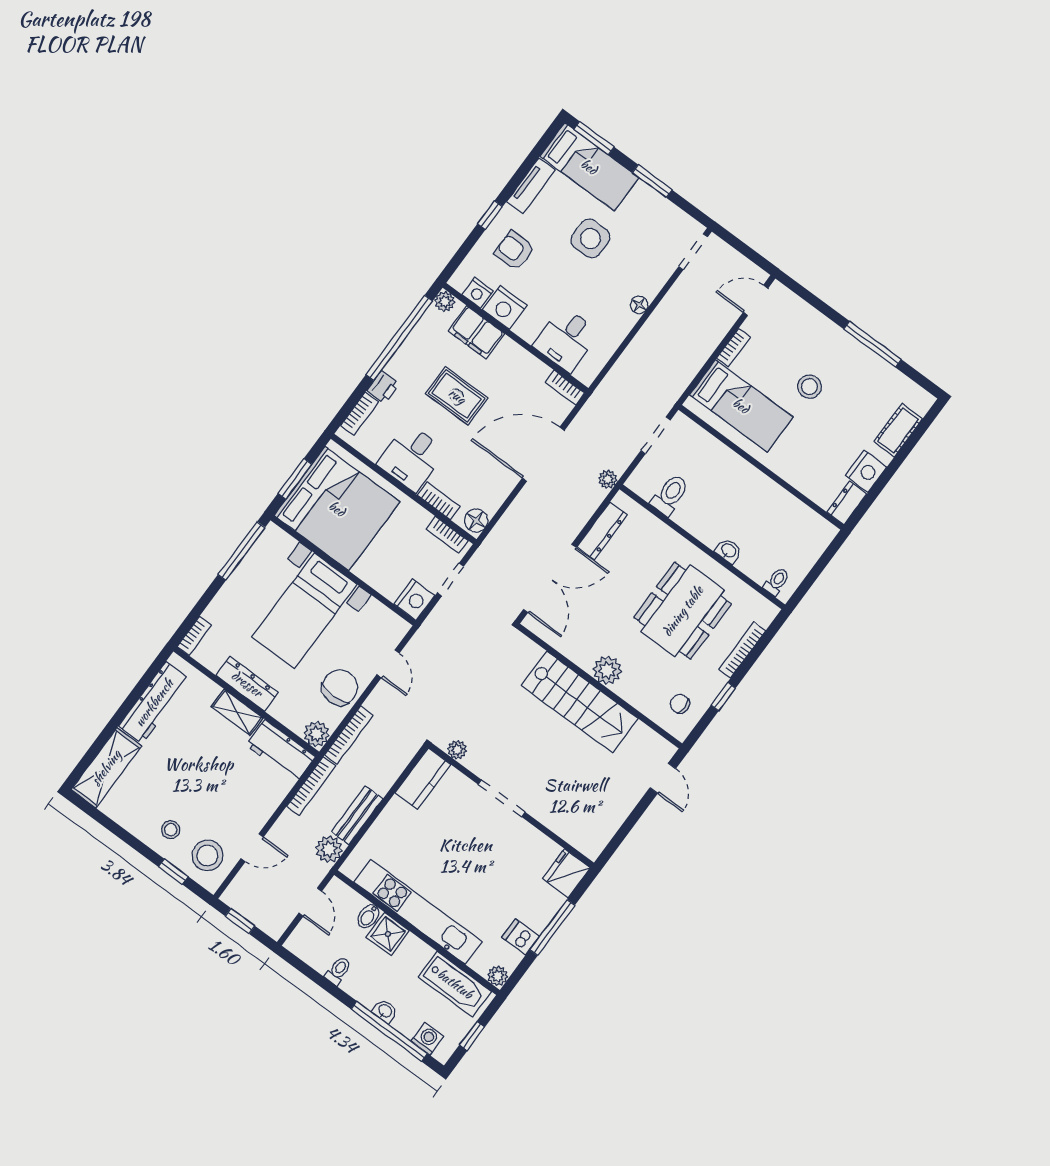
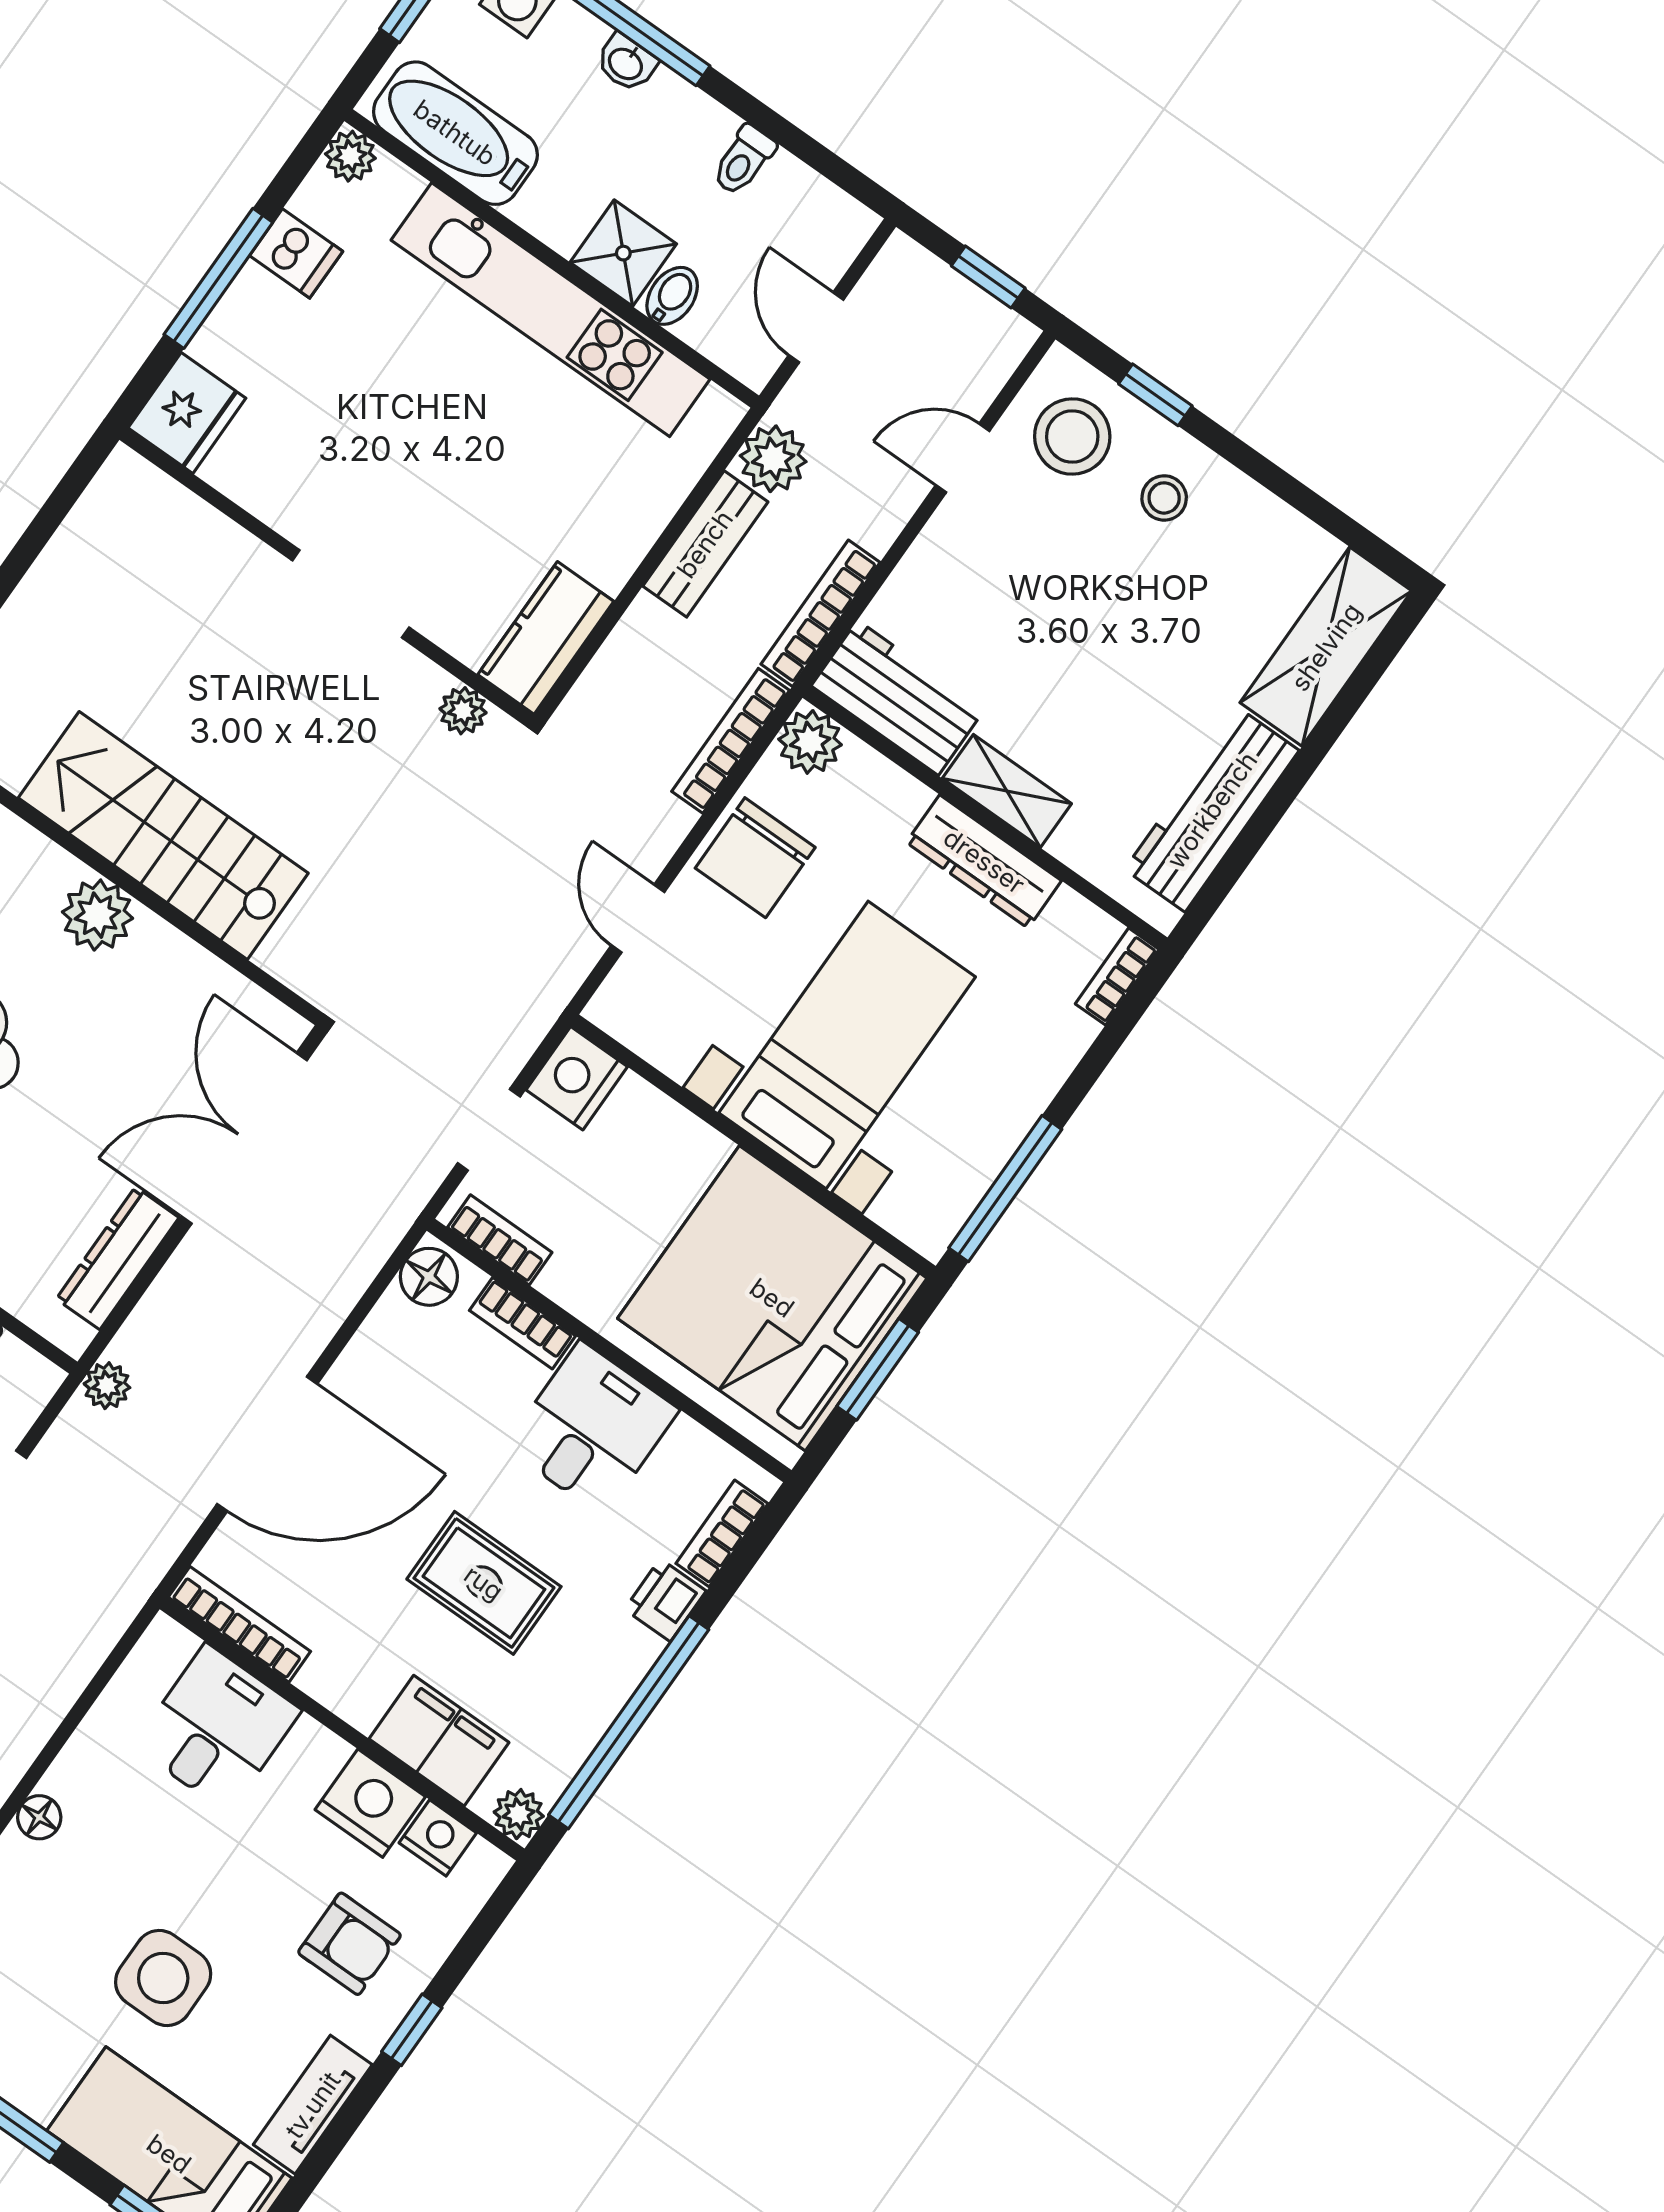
bookcase: (565, 388) -> (239, 1624), width x1.56

